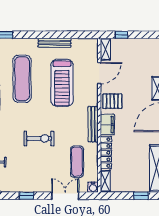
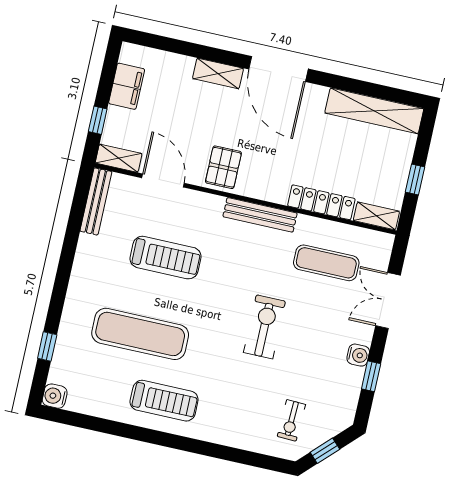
bench: (55, 43) -> (96, 201), moved
treadmill: (62, 83) -> (165, 258), width x0.73, depth x0.73
filing cabinet: (107, 125) -> (127, 86), moved, turned 90
water cooler: (93, 187) -> (358, 355), moved
window: (141, 196) -> (415, 180), moved

